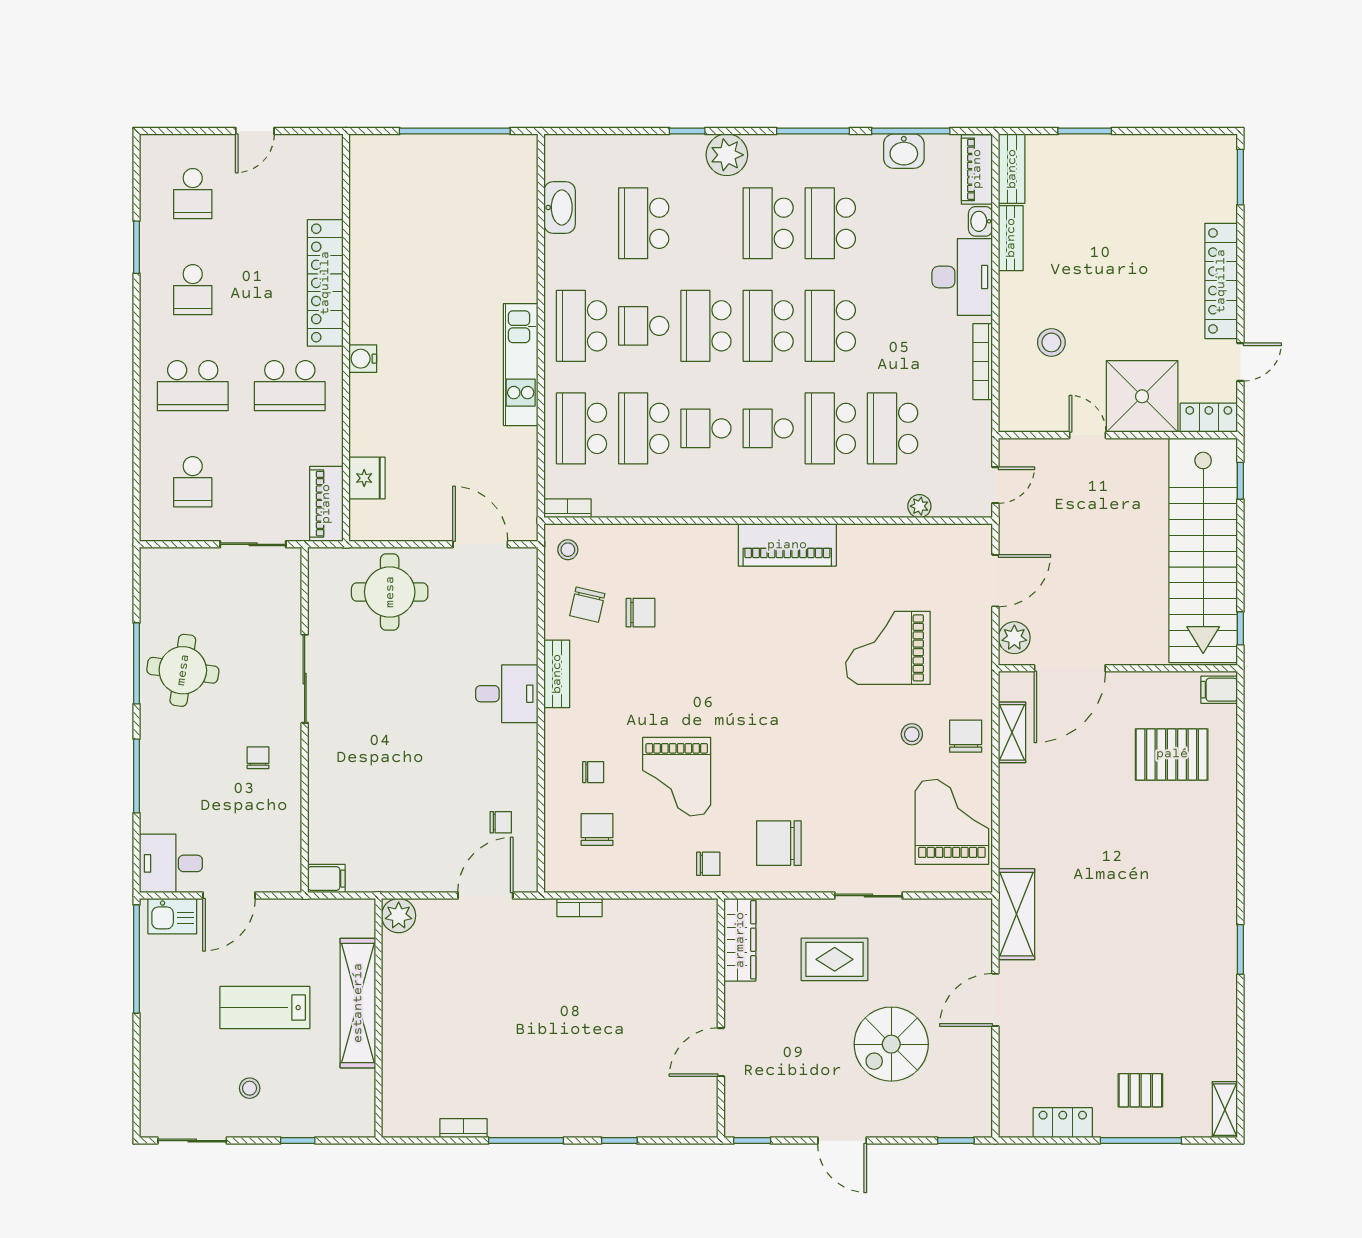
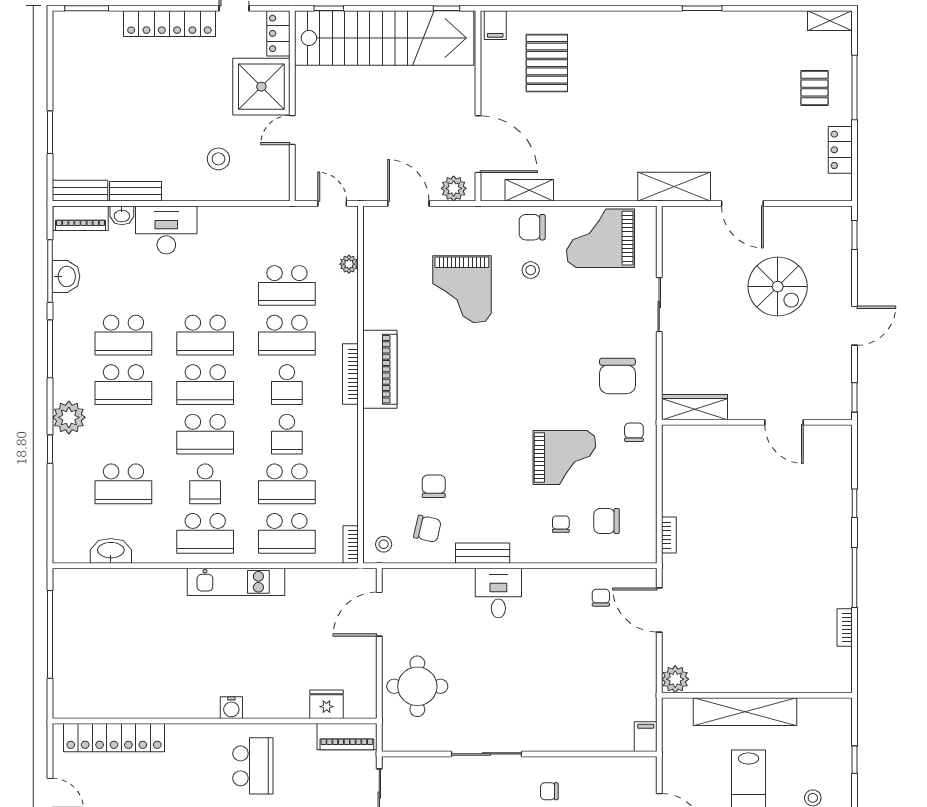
locker: (325, 283) -> (114, 738), moved
bookcase: (983, 362) -> (350, 374), moved, turned 90
rug: (835, 959) -> (710, 332), removed

